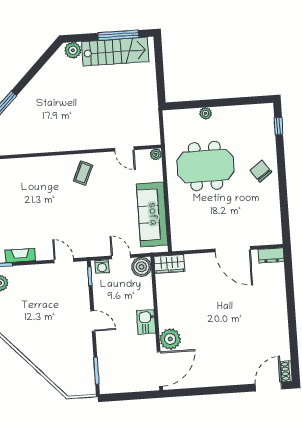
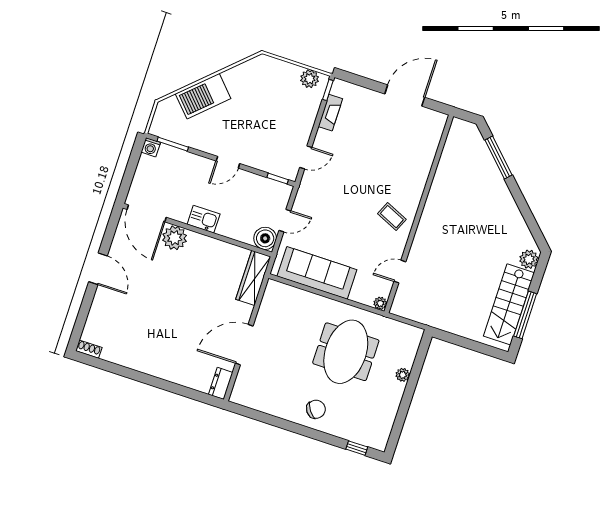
wardrobe: (169, 264) -> (253, 278), width x1.50
washing machine: (102, 267) -> (151, 147), moved, turned -90
barbecue: (48, 362) -> (203, 96), added
door: (268, 387) -> (98, 269), moved

